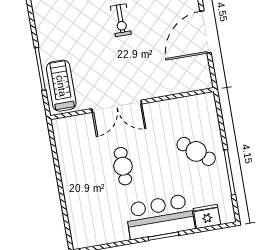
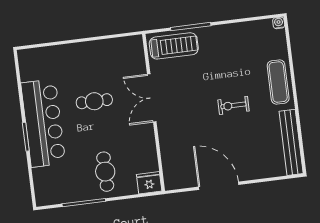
cafe table: (196, 151) -> (105, 172), turned -40
bar counter: (160, 217) -> (43, 123), width x1.36
fridge: (207, 217) -> (149, 183), moved, turned -90

